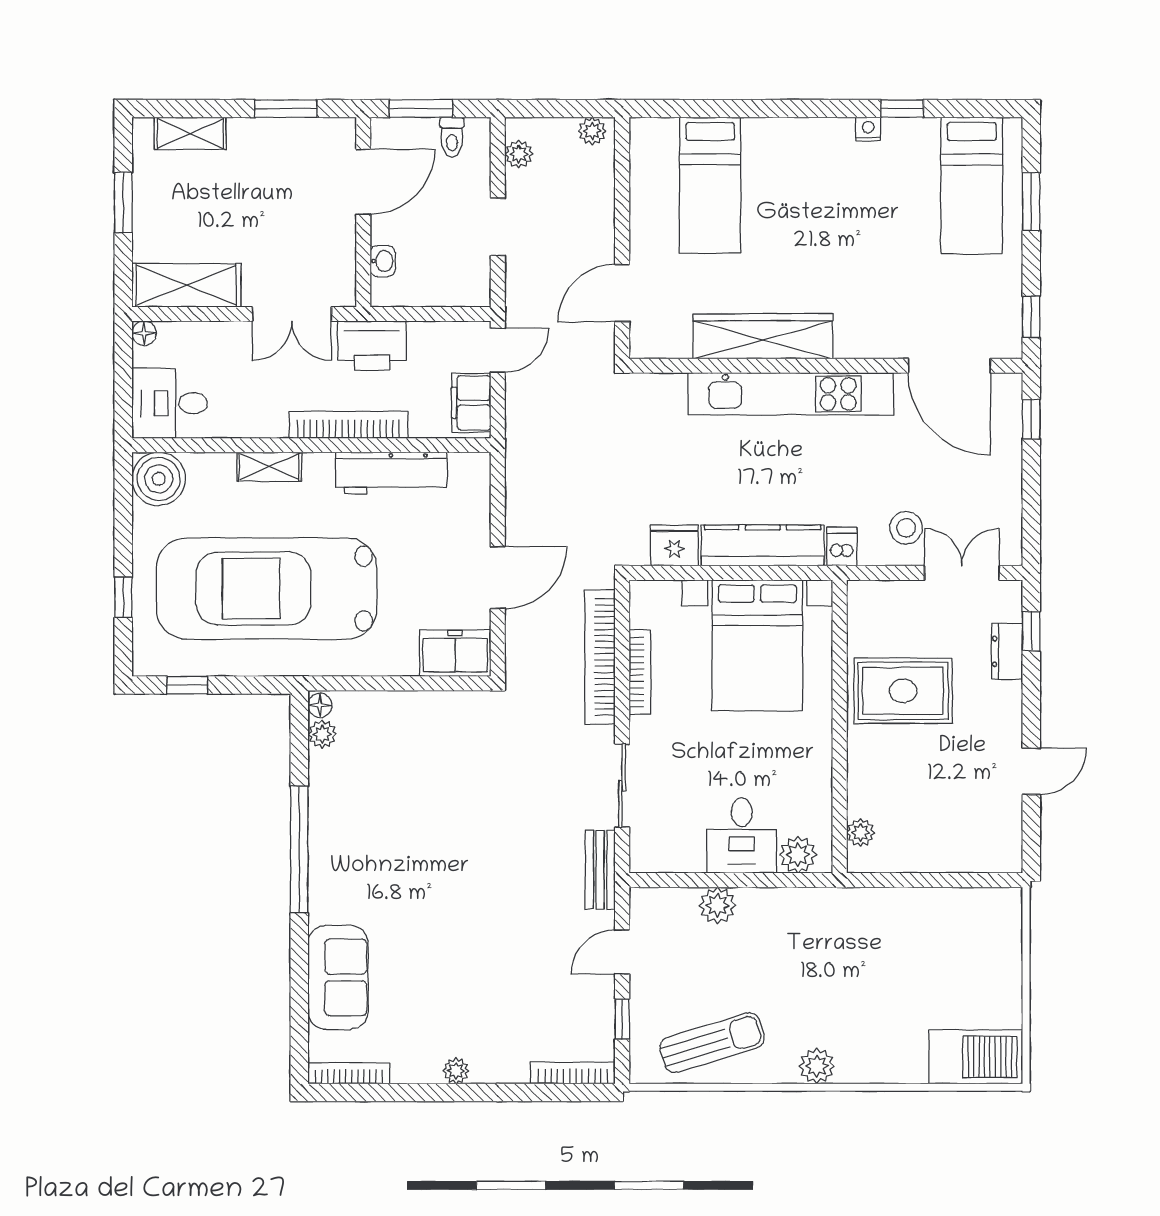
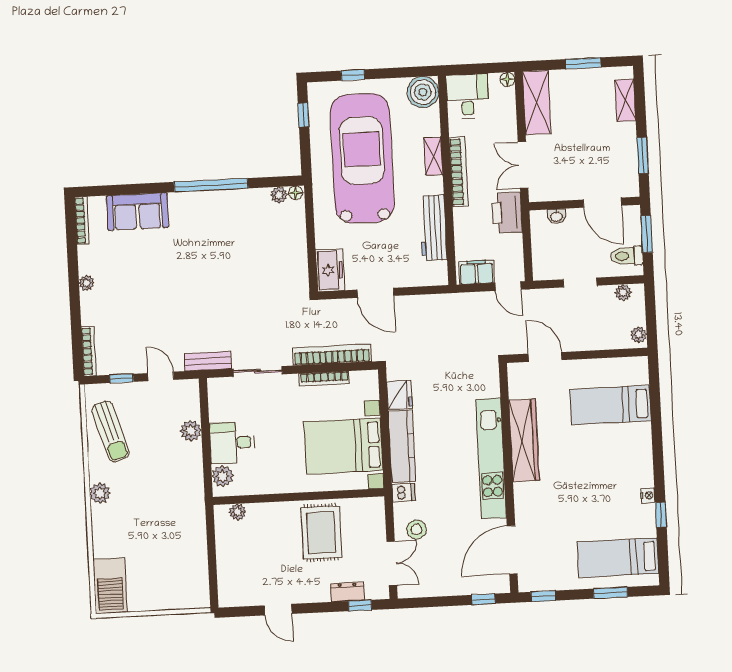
toilet: (452, 137) -> (627, 256), width x1.37, depth x1.39
bookcase: (348, 425) -> (459, 172), moved

